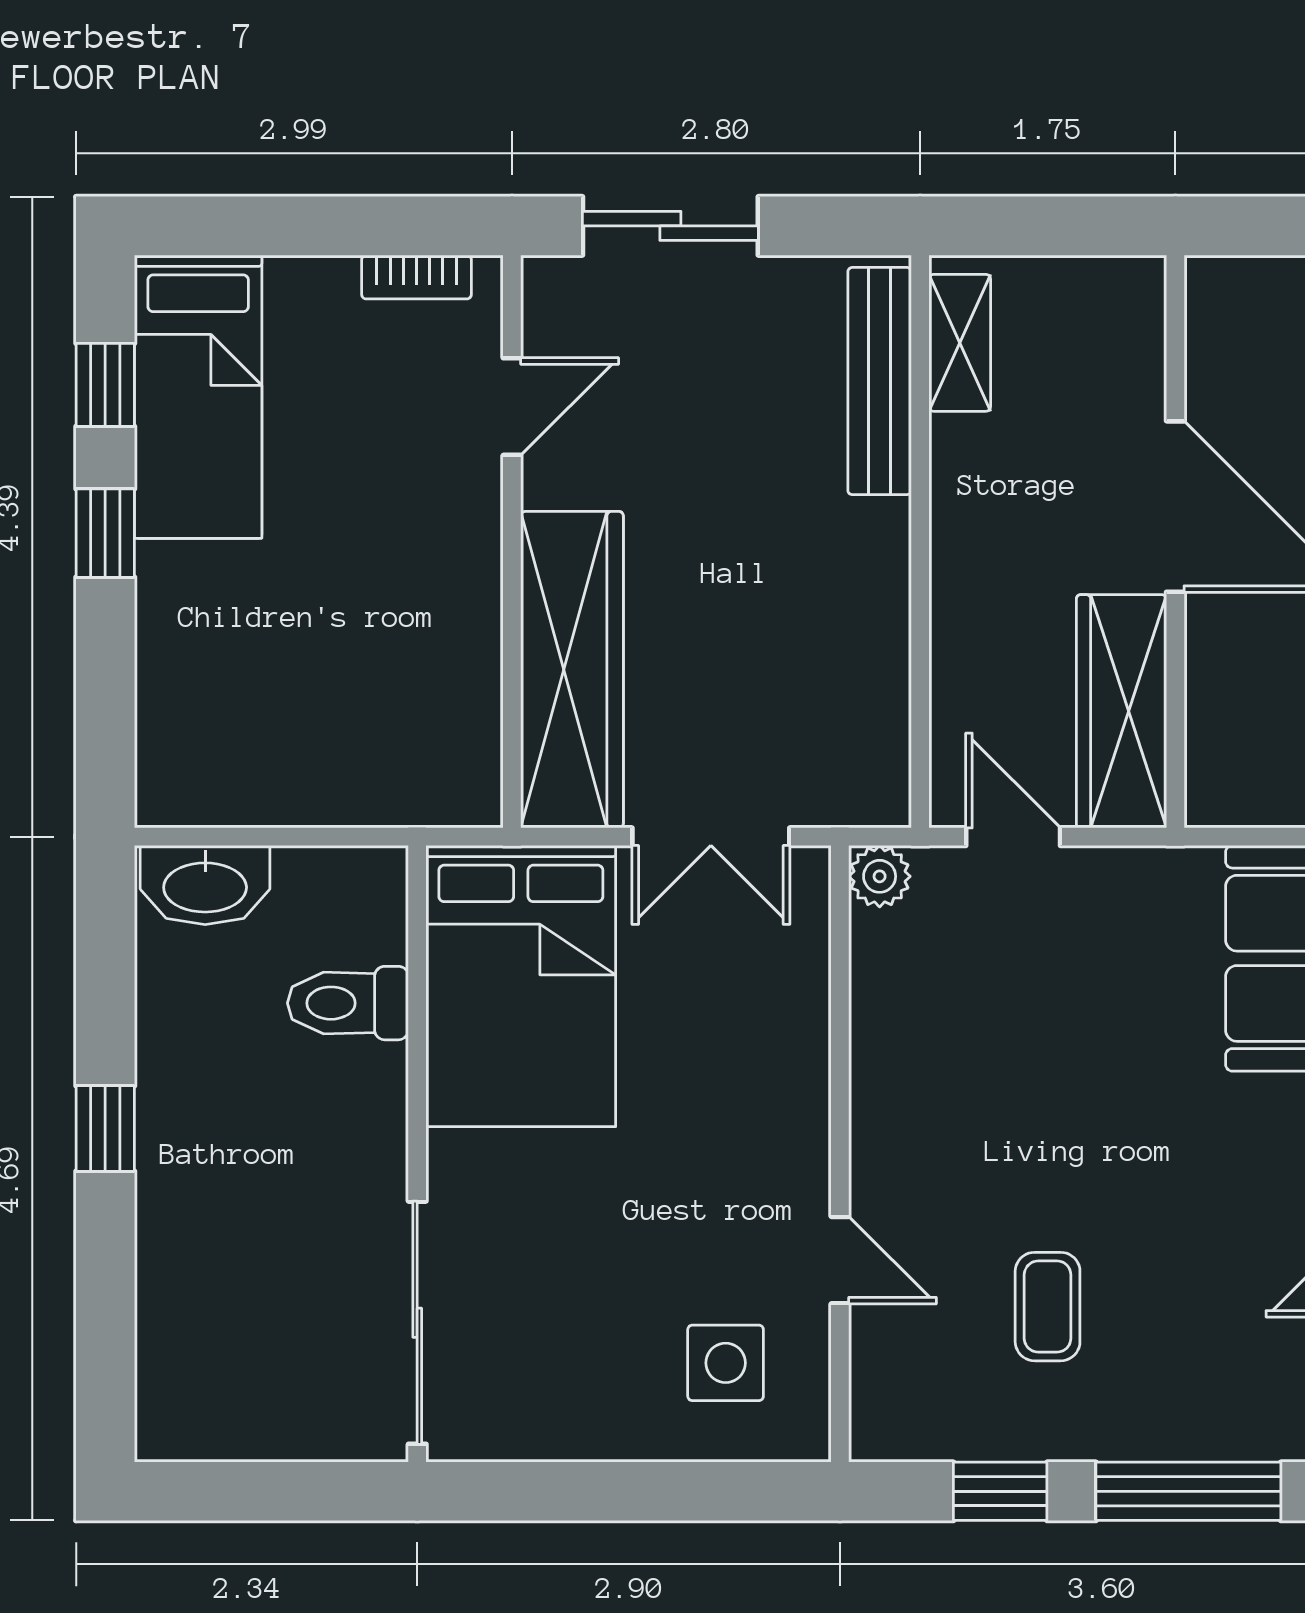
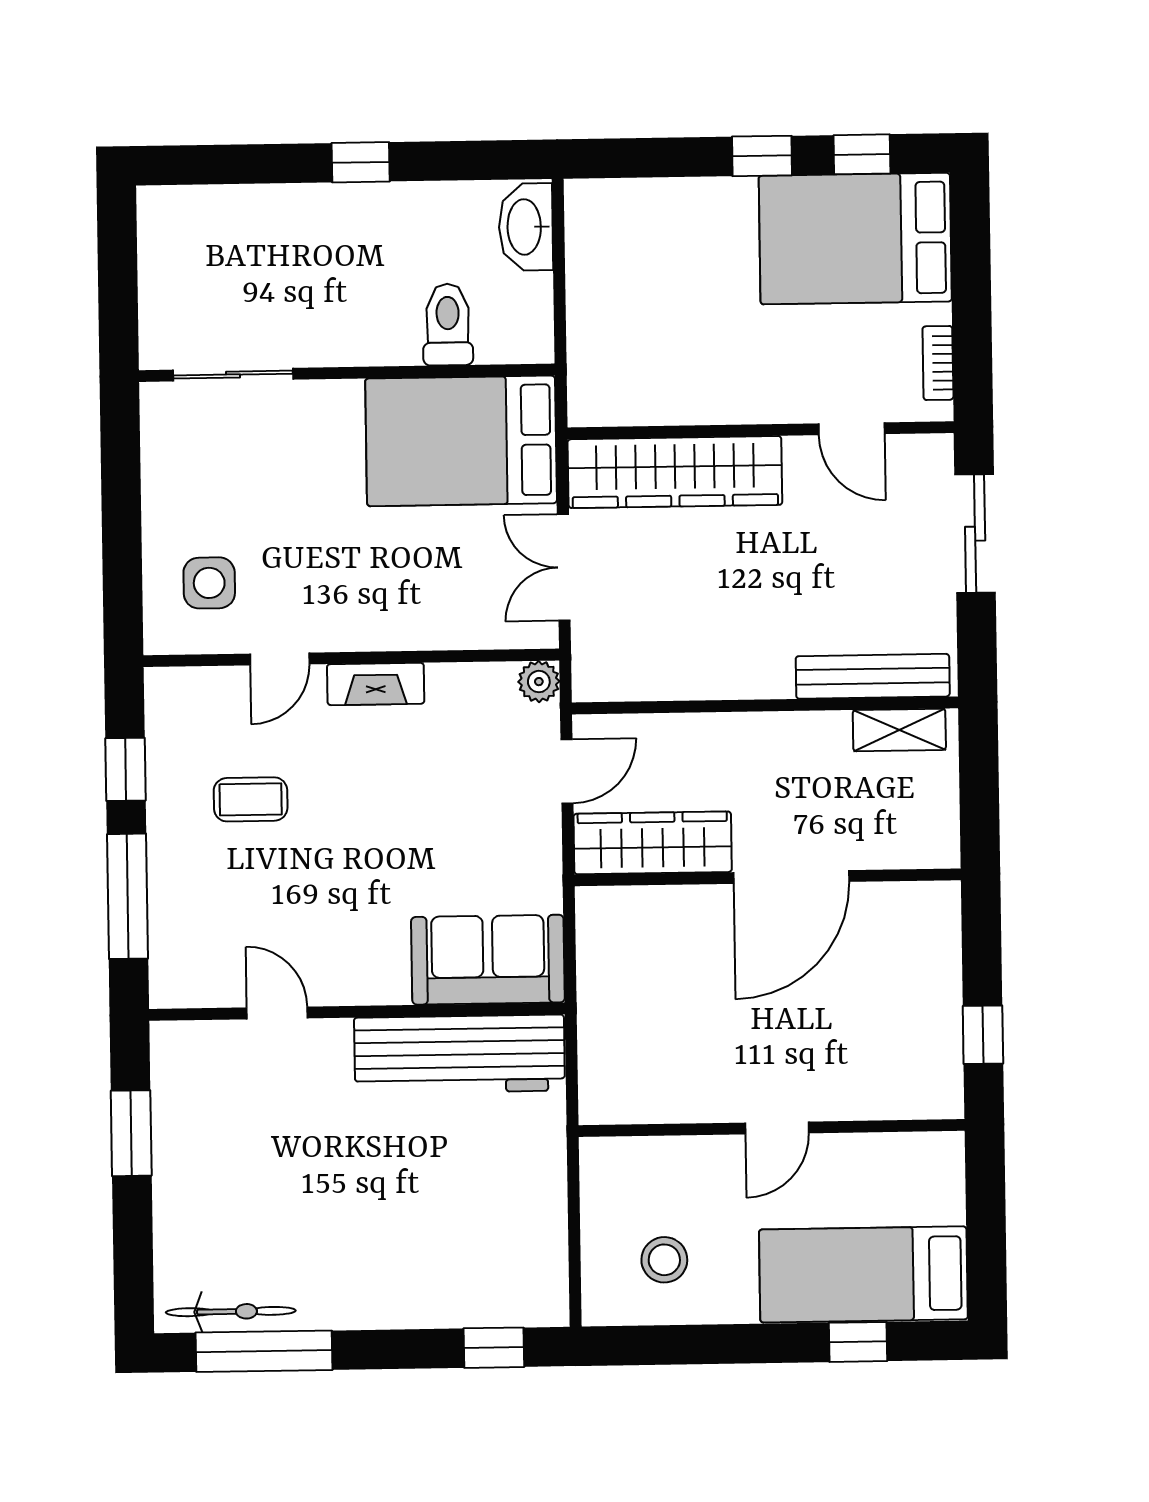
bed: (198, 397) -> (855, 239), width x1.50
fireplace: (879, 1118) -> (376, 684), added
sliding door: (417, 1323) -> (233, 375), width x0.73

